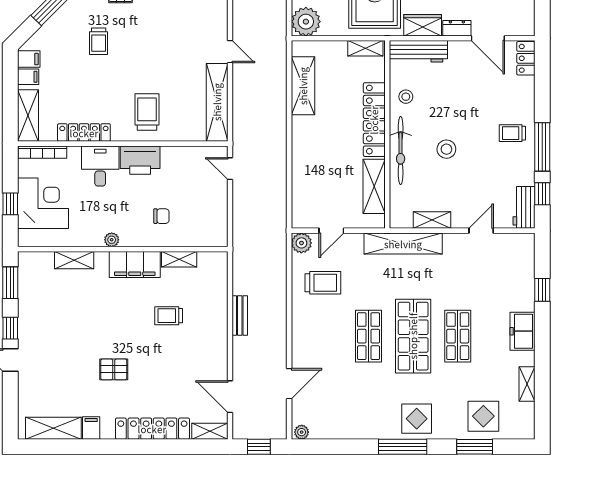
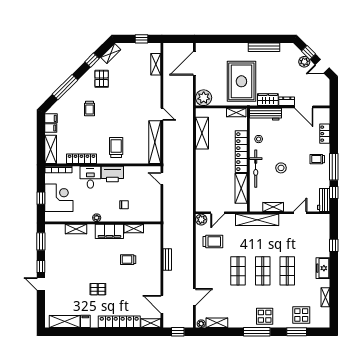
locker: (526, 58) -> (325, 134), moved
shop shelf: (413, 336) -> (263, 271), width x0.70, depth x0.74
shelving: (330, 430) -> (217, 323), added

